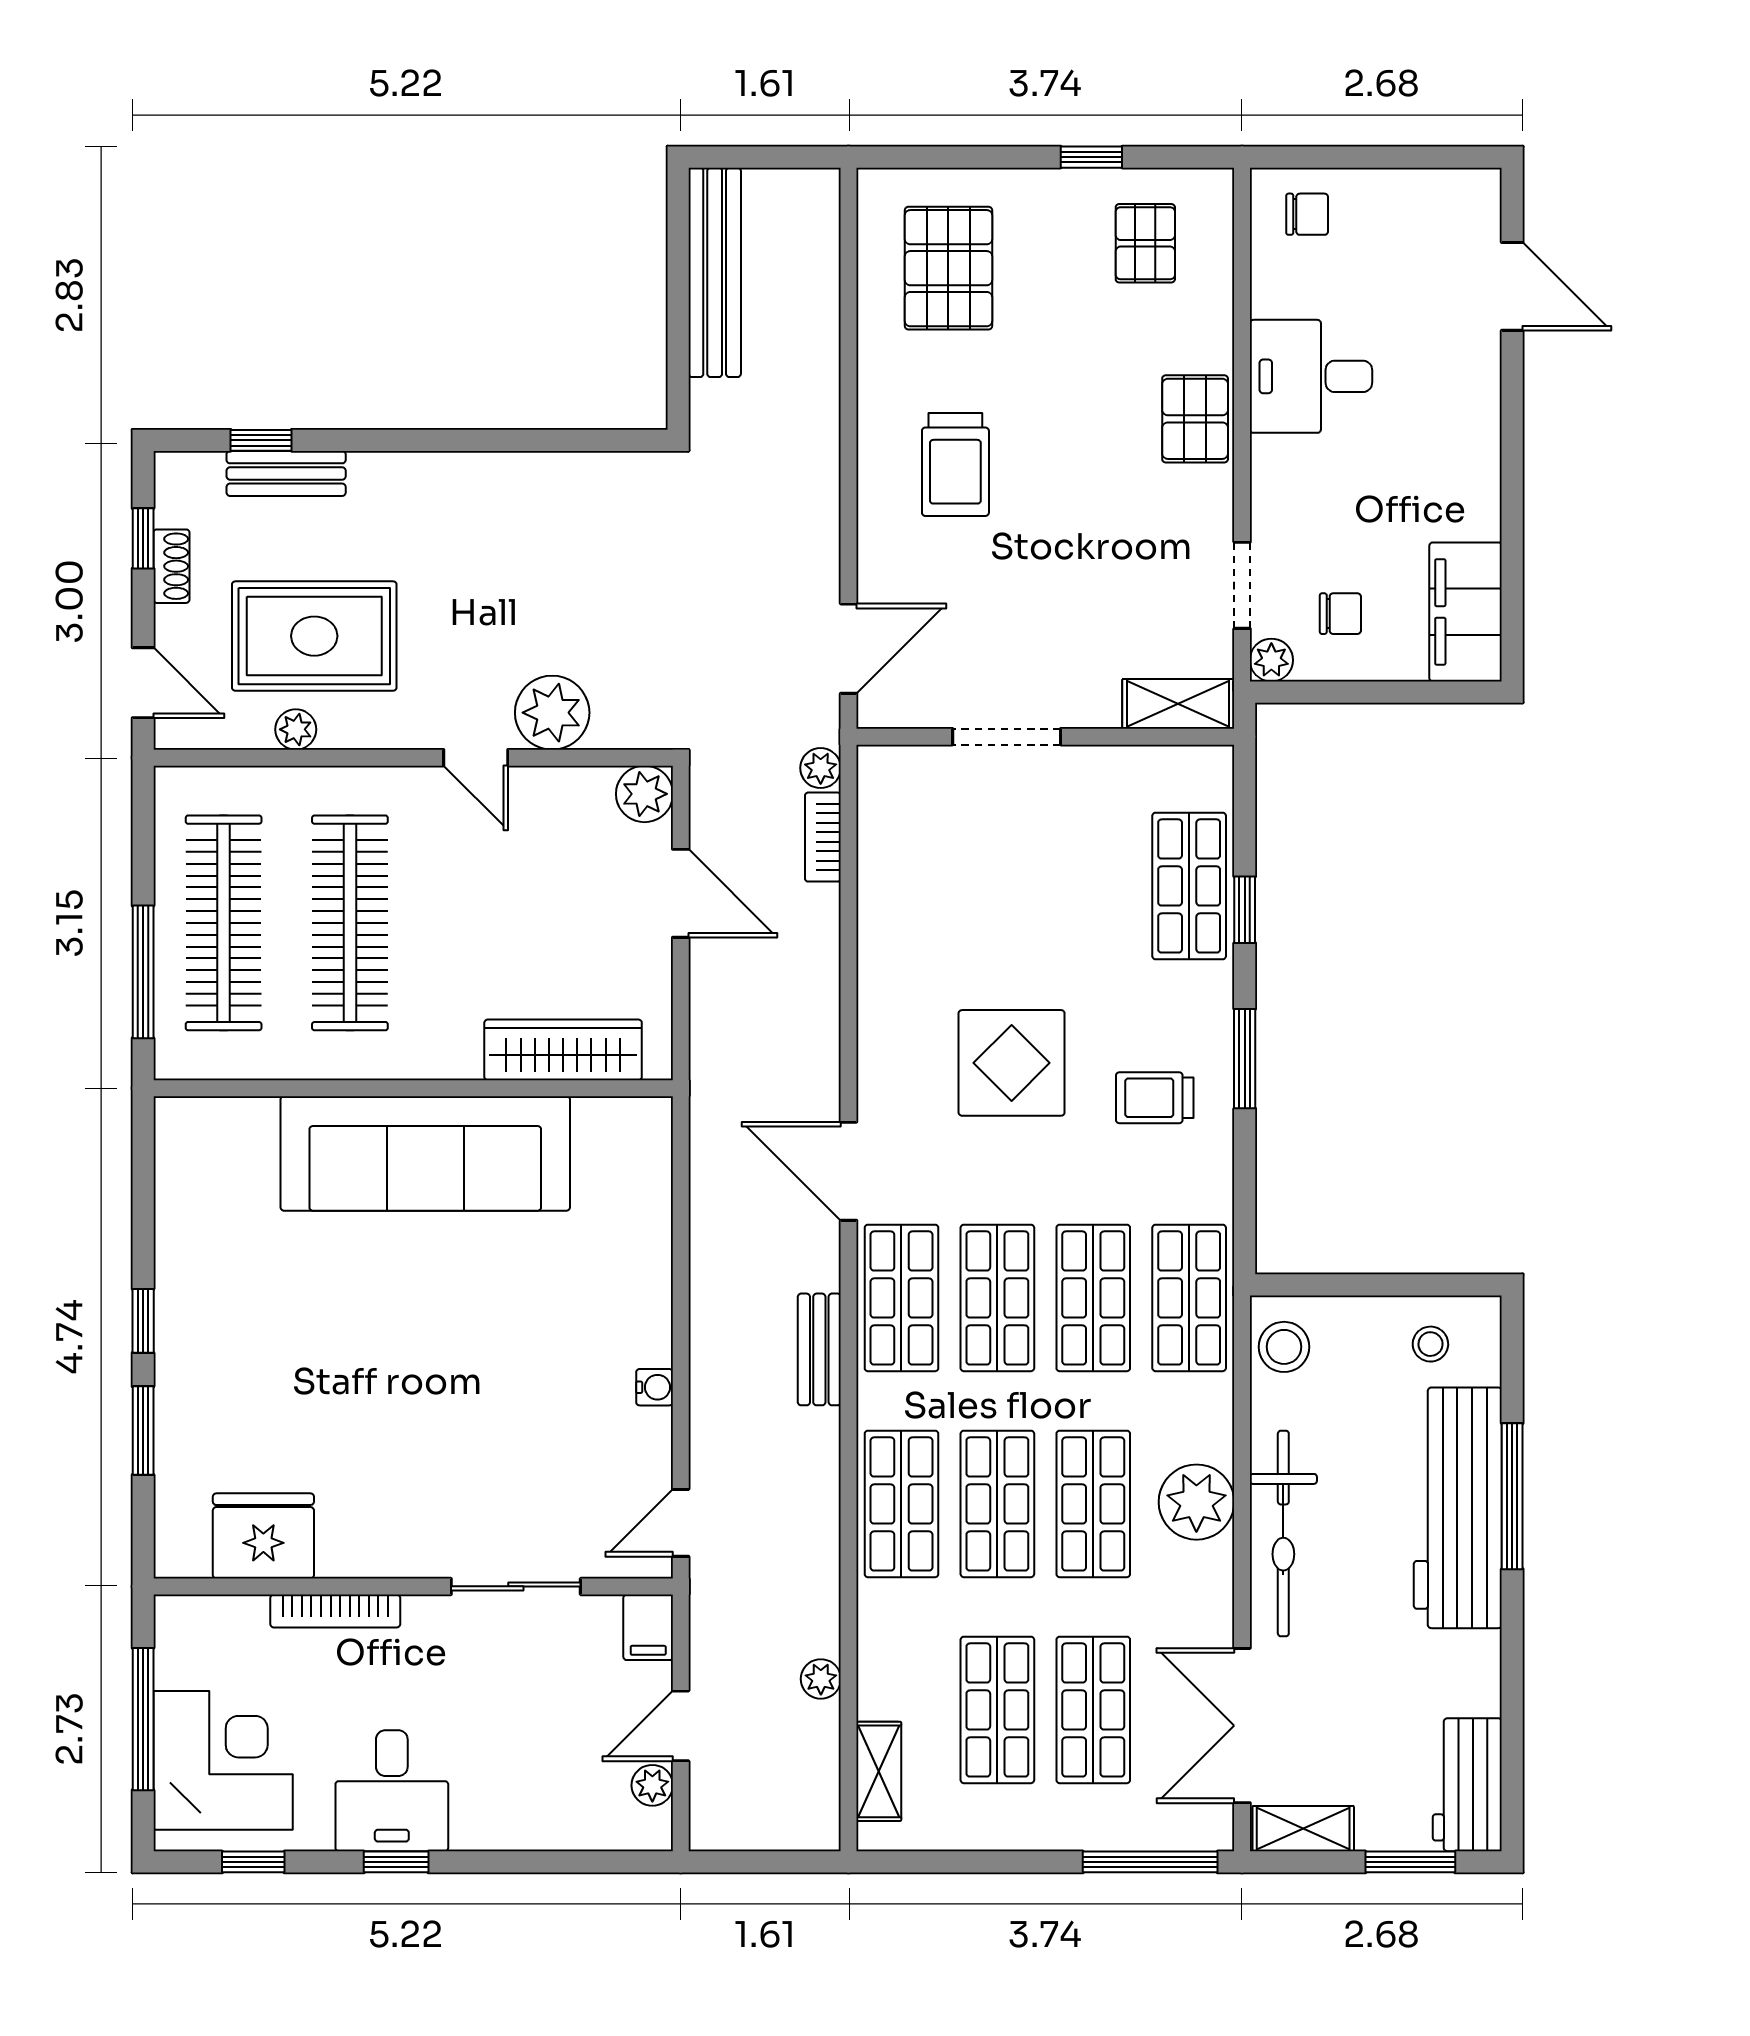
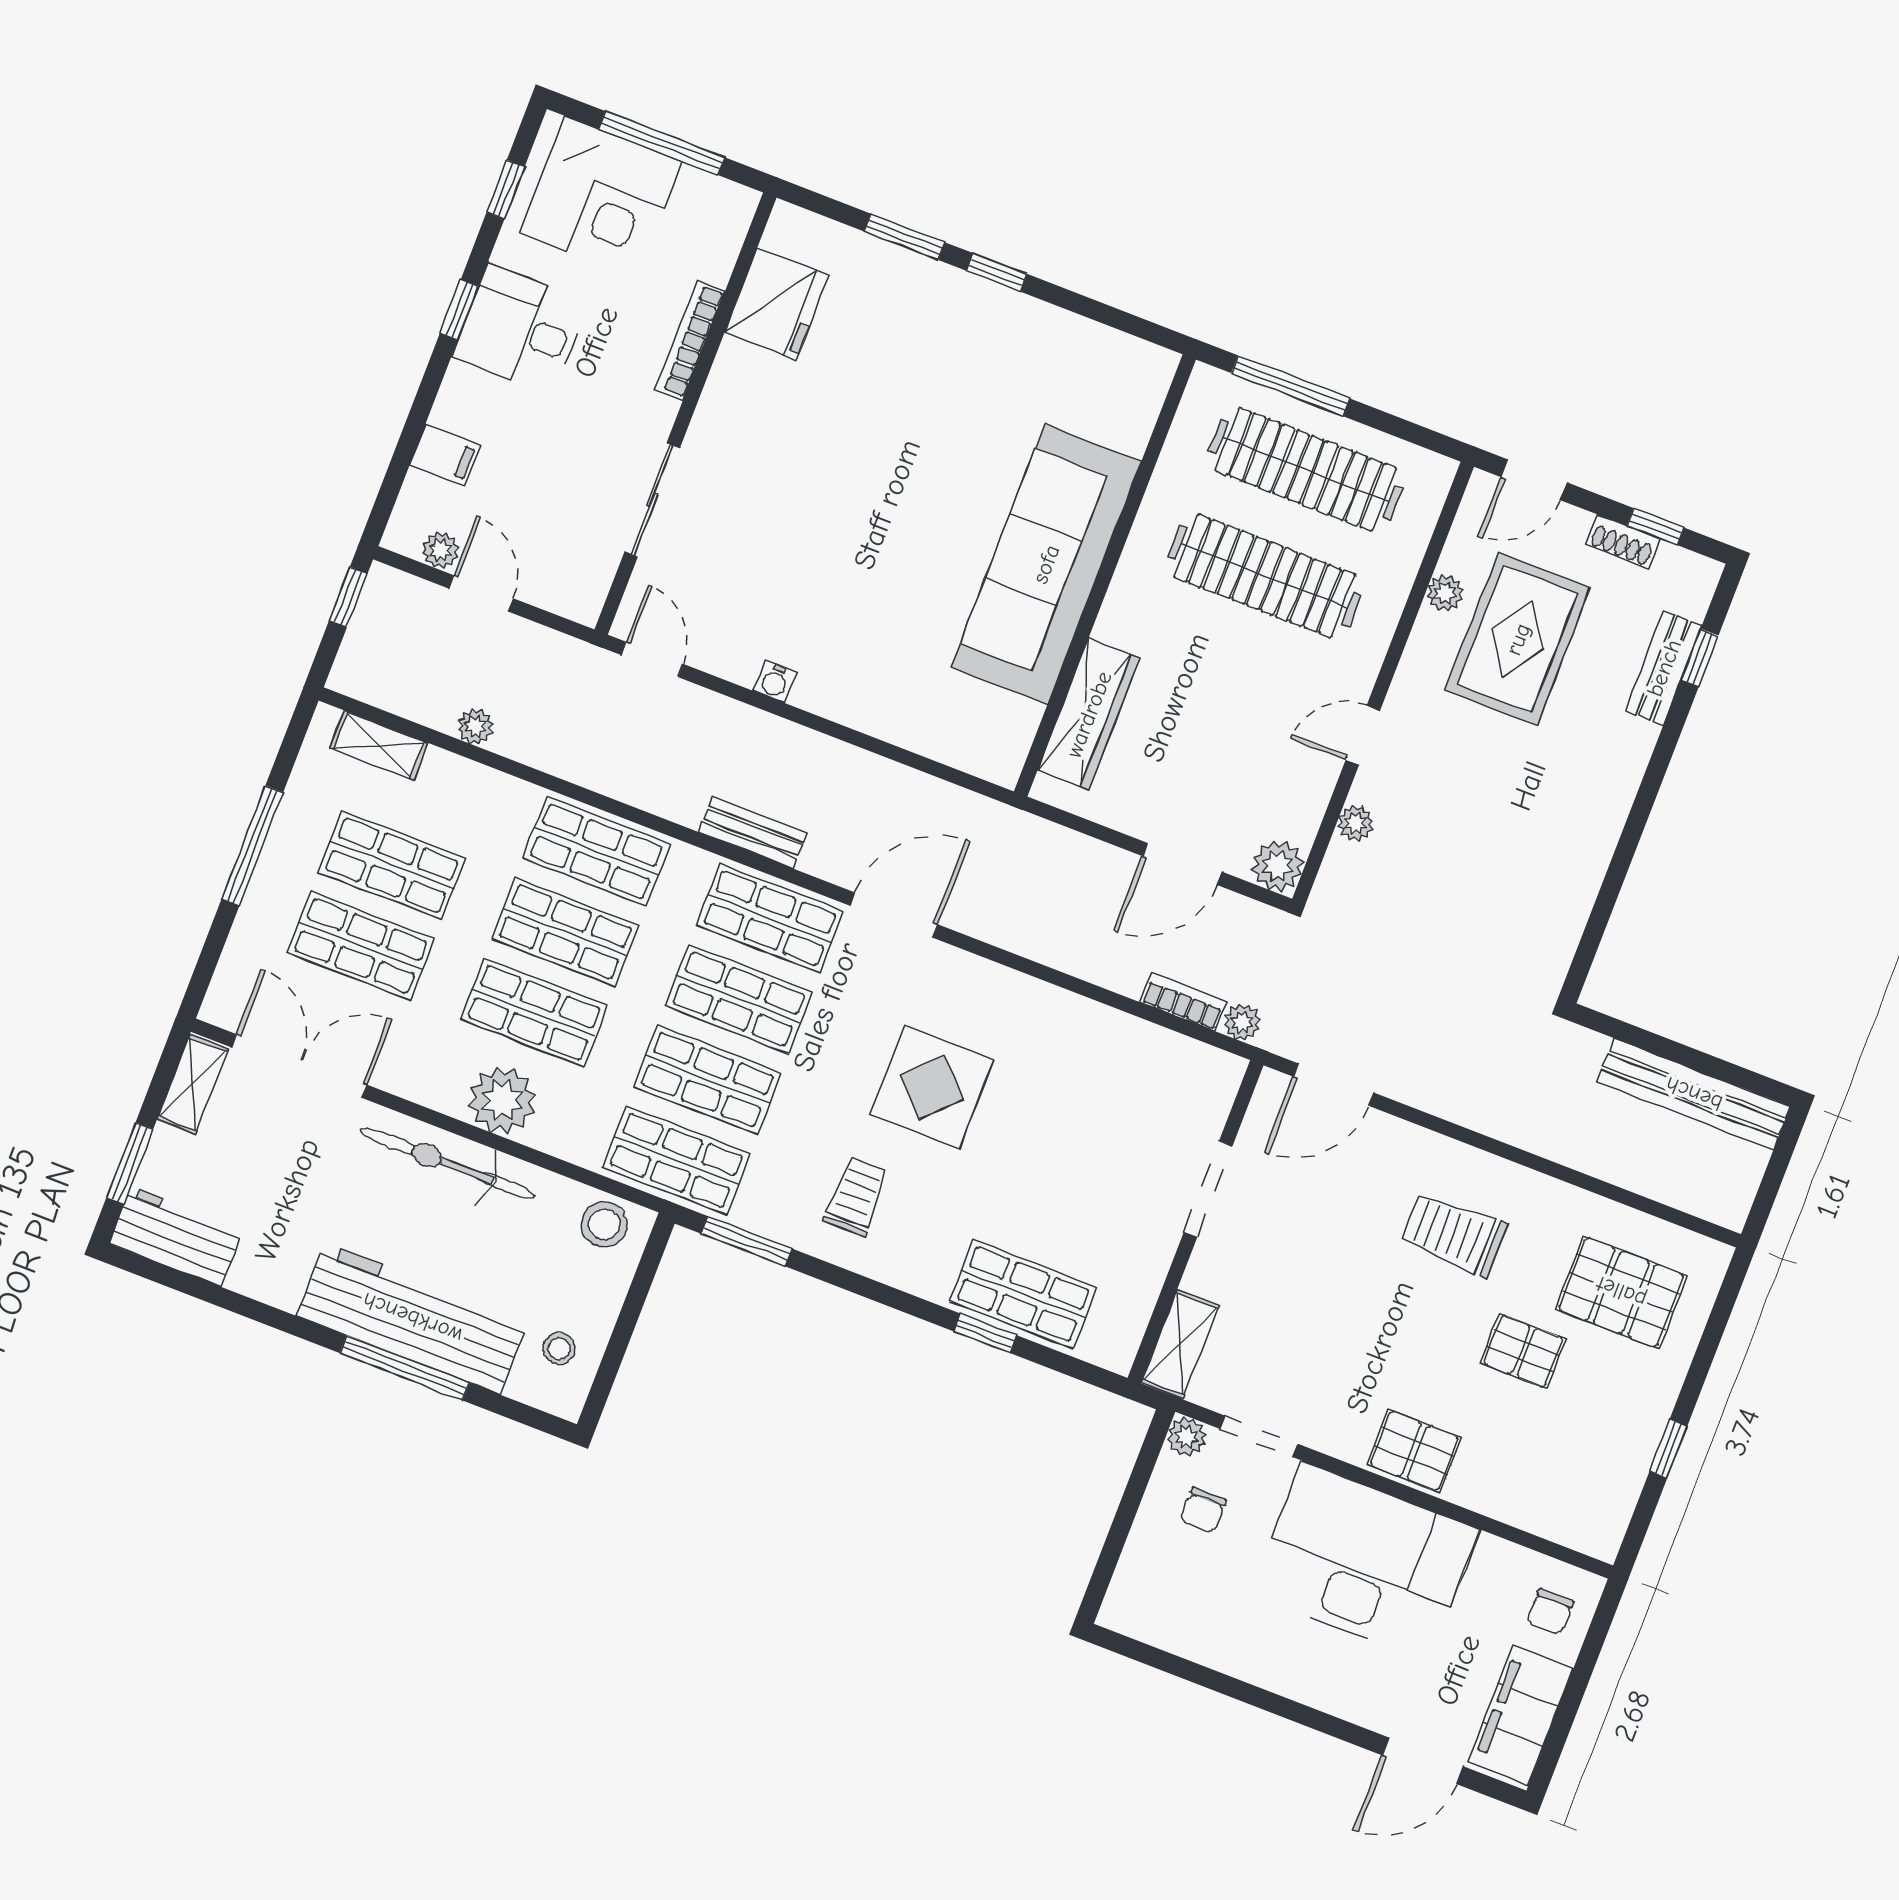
pallet: (1145, 243) -> (1523, 1351), moved
desk: (1311, 376) -> (1365, 1562), width x1.87, depth x1.30
filing cabinet: (1466, 612) -> (1521, 1715), moved, turned -90
door: (849, 649) -> (1334, 1085), hinge flipped
plant: (552, 713) -> (1356, 823), width x0.53, depth x0.53
window: (1245, 1059) -> (747, 1241), moved
filing cabinet: (648, 1627) -> (445, 455), moved, turned 180
window: (738, 1862) -> (348, 597), added
window: (1150, 1862) -> (252, 846), moved

